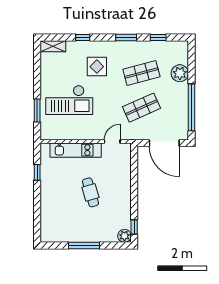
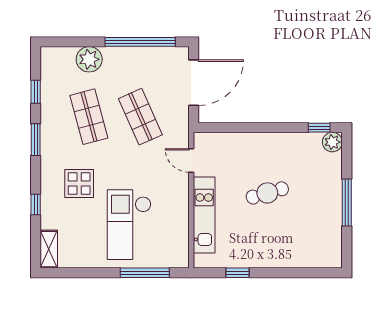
checkout: (69, 100) -> (129, 225), turned 180
window: (37, 110) -> (145, 273), width x1.44

